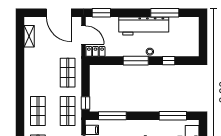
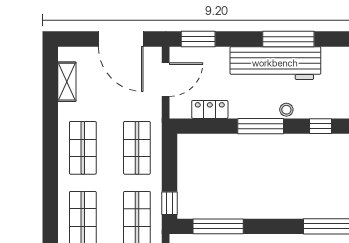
window: (165, 13) -> (288, 39), moved
door: (83, 35) -> (166, 80), hinge flipped
locker: (95, 51) -> (210, 109), moved
shop shelf: (38, 73) -> (83, 148), added

